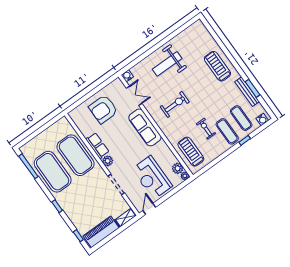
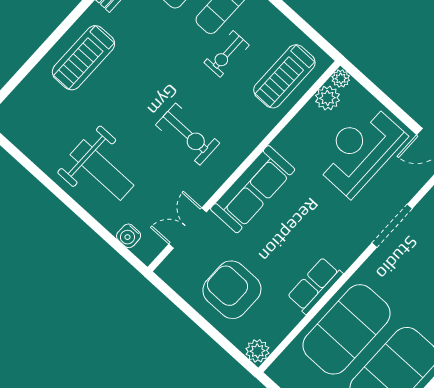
water cooler: (127, 76) -> (129, 236), moved
exercise bike: (175, 104) -> (188, 134), turned 180
armchair: (103, 109) -> (232, 290), turned 180
plant: (108, 161) -> (257, 351), moved
reception desk: (152, 178) -> (360, 150), turned 180

